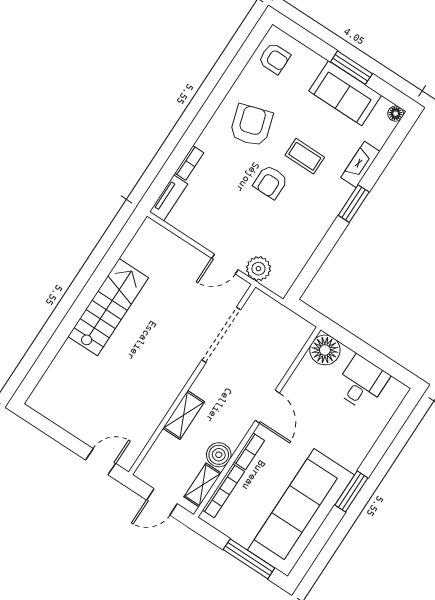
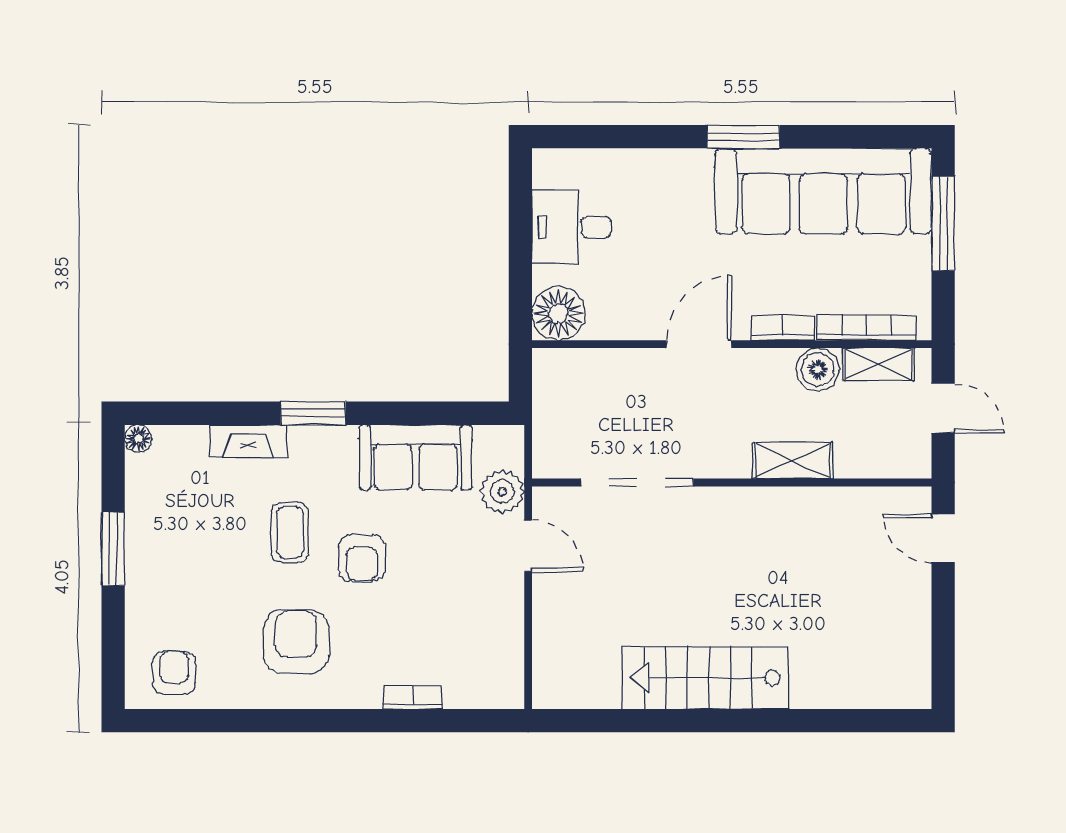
sofa: (345, 93) -> (416, 457), moved, turned 90
armchair: (251, 125) -> (296, 642), turned 107
armchair: (270, 182) -> (362, 558), turned 90
tv unit: (169, 198) -> (485, 694), removed

